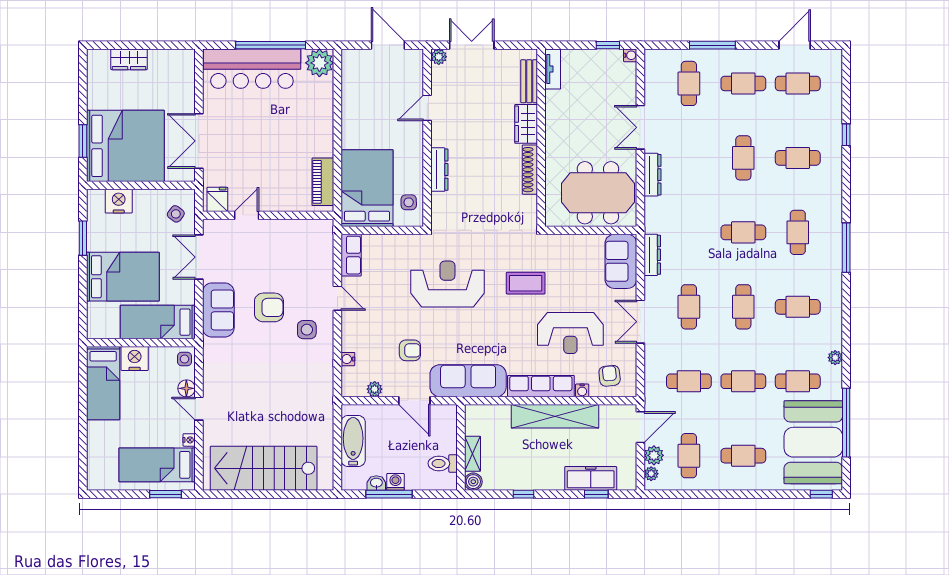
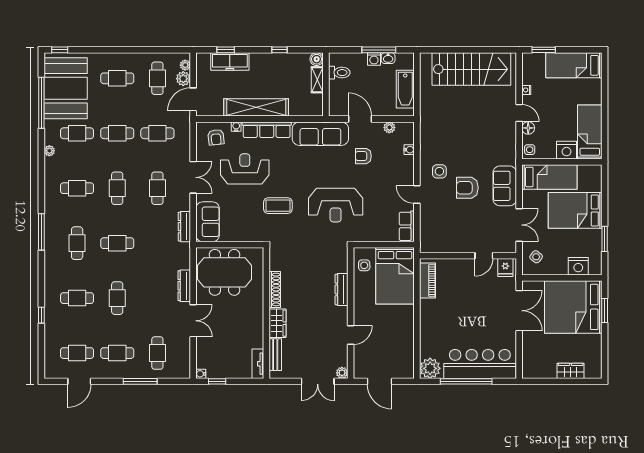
bed: (157, 465) -> (574, 65), moved, turned 180

